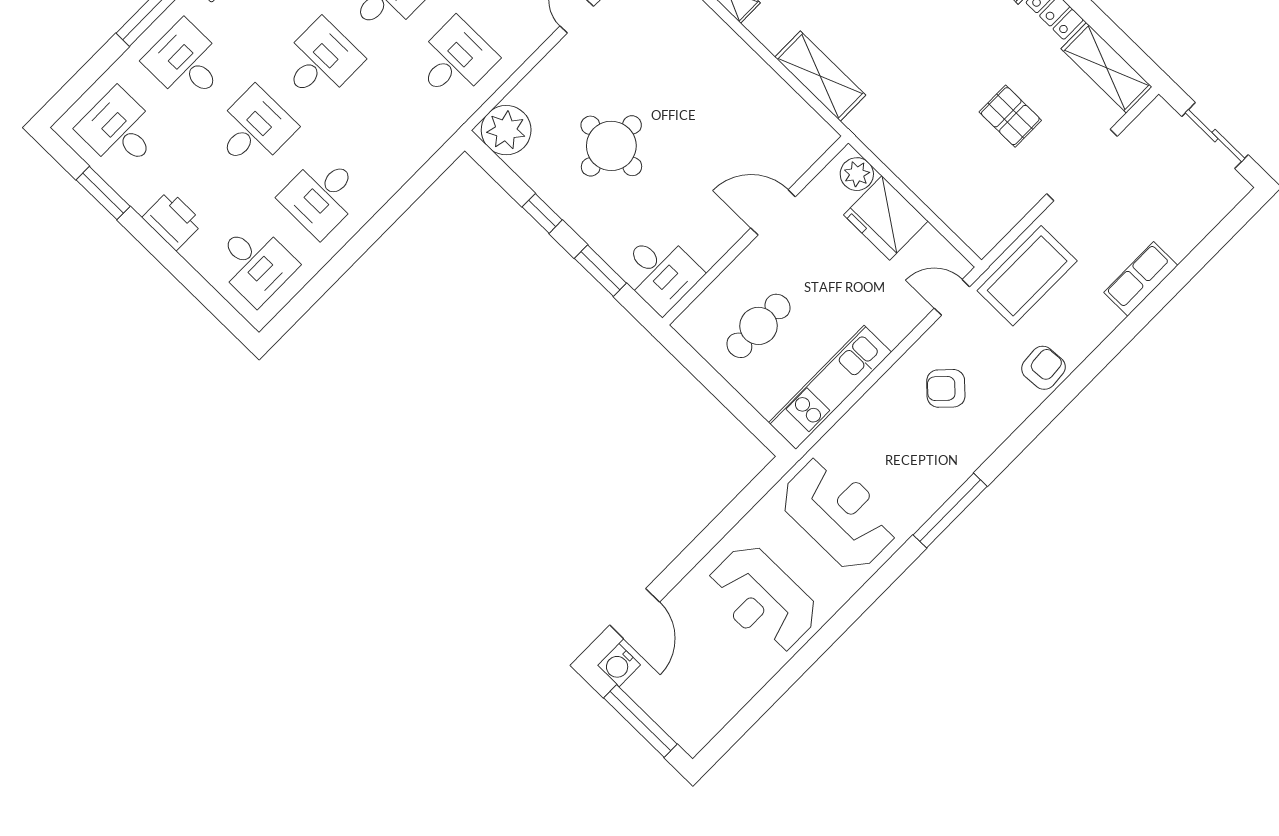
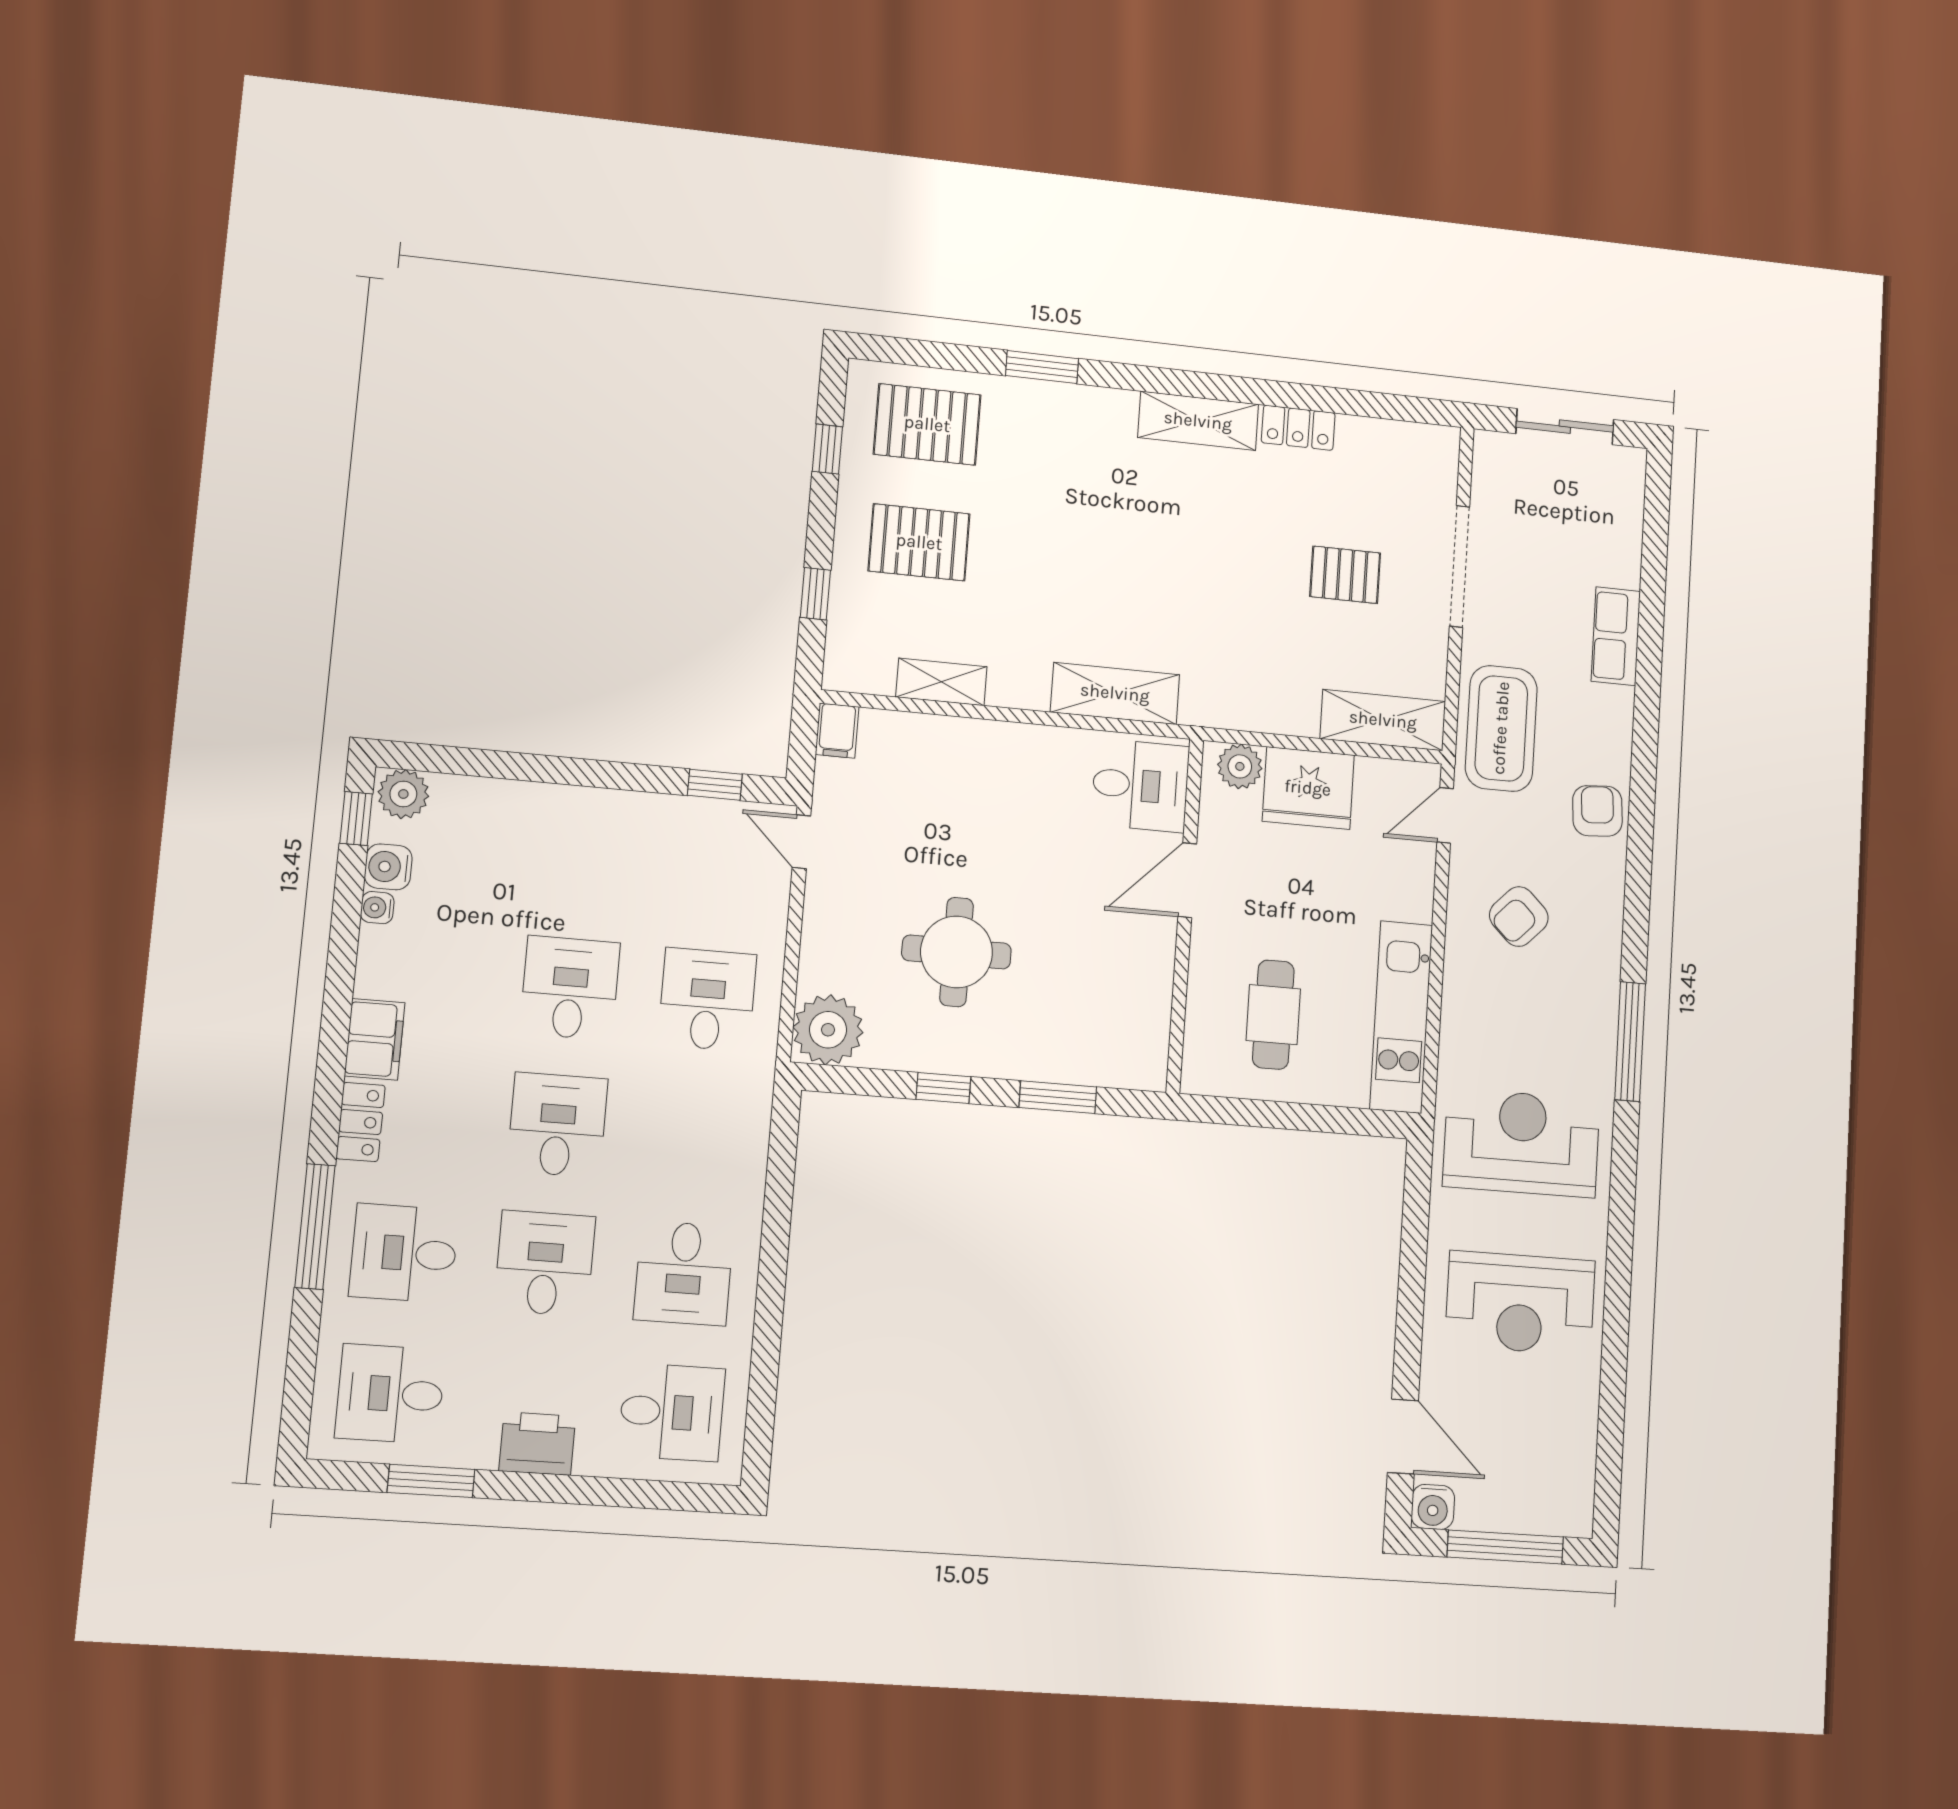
shelving: (1106, 68) -> (1383, 720), moved
desk: (660, 272) -> (1140, 785), moved

